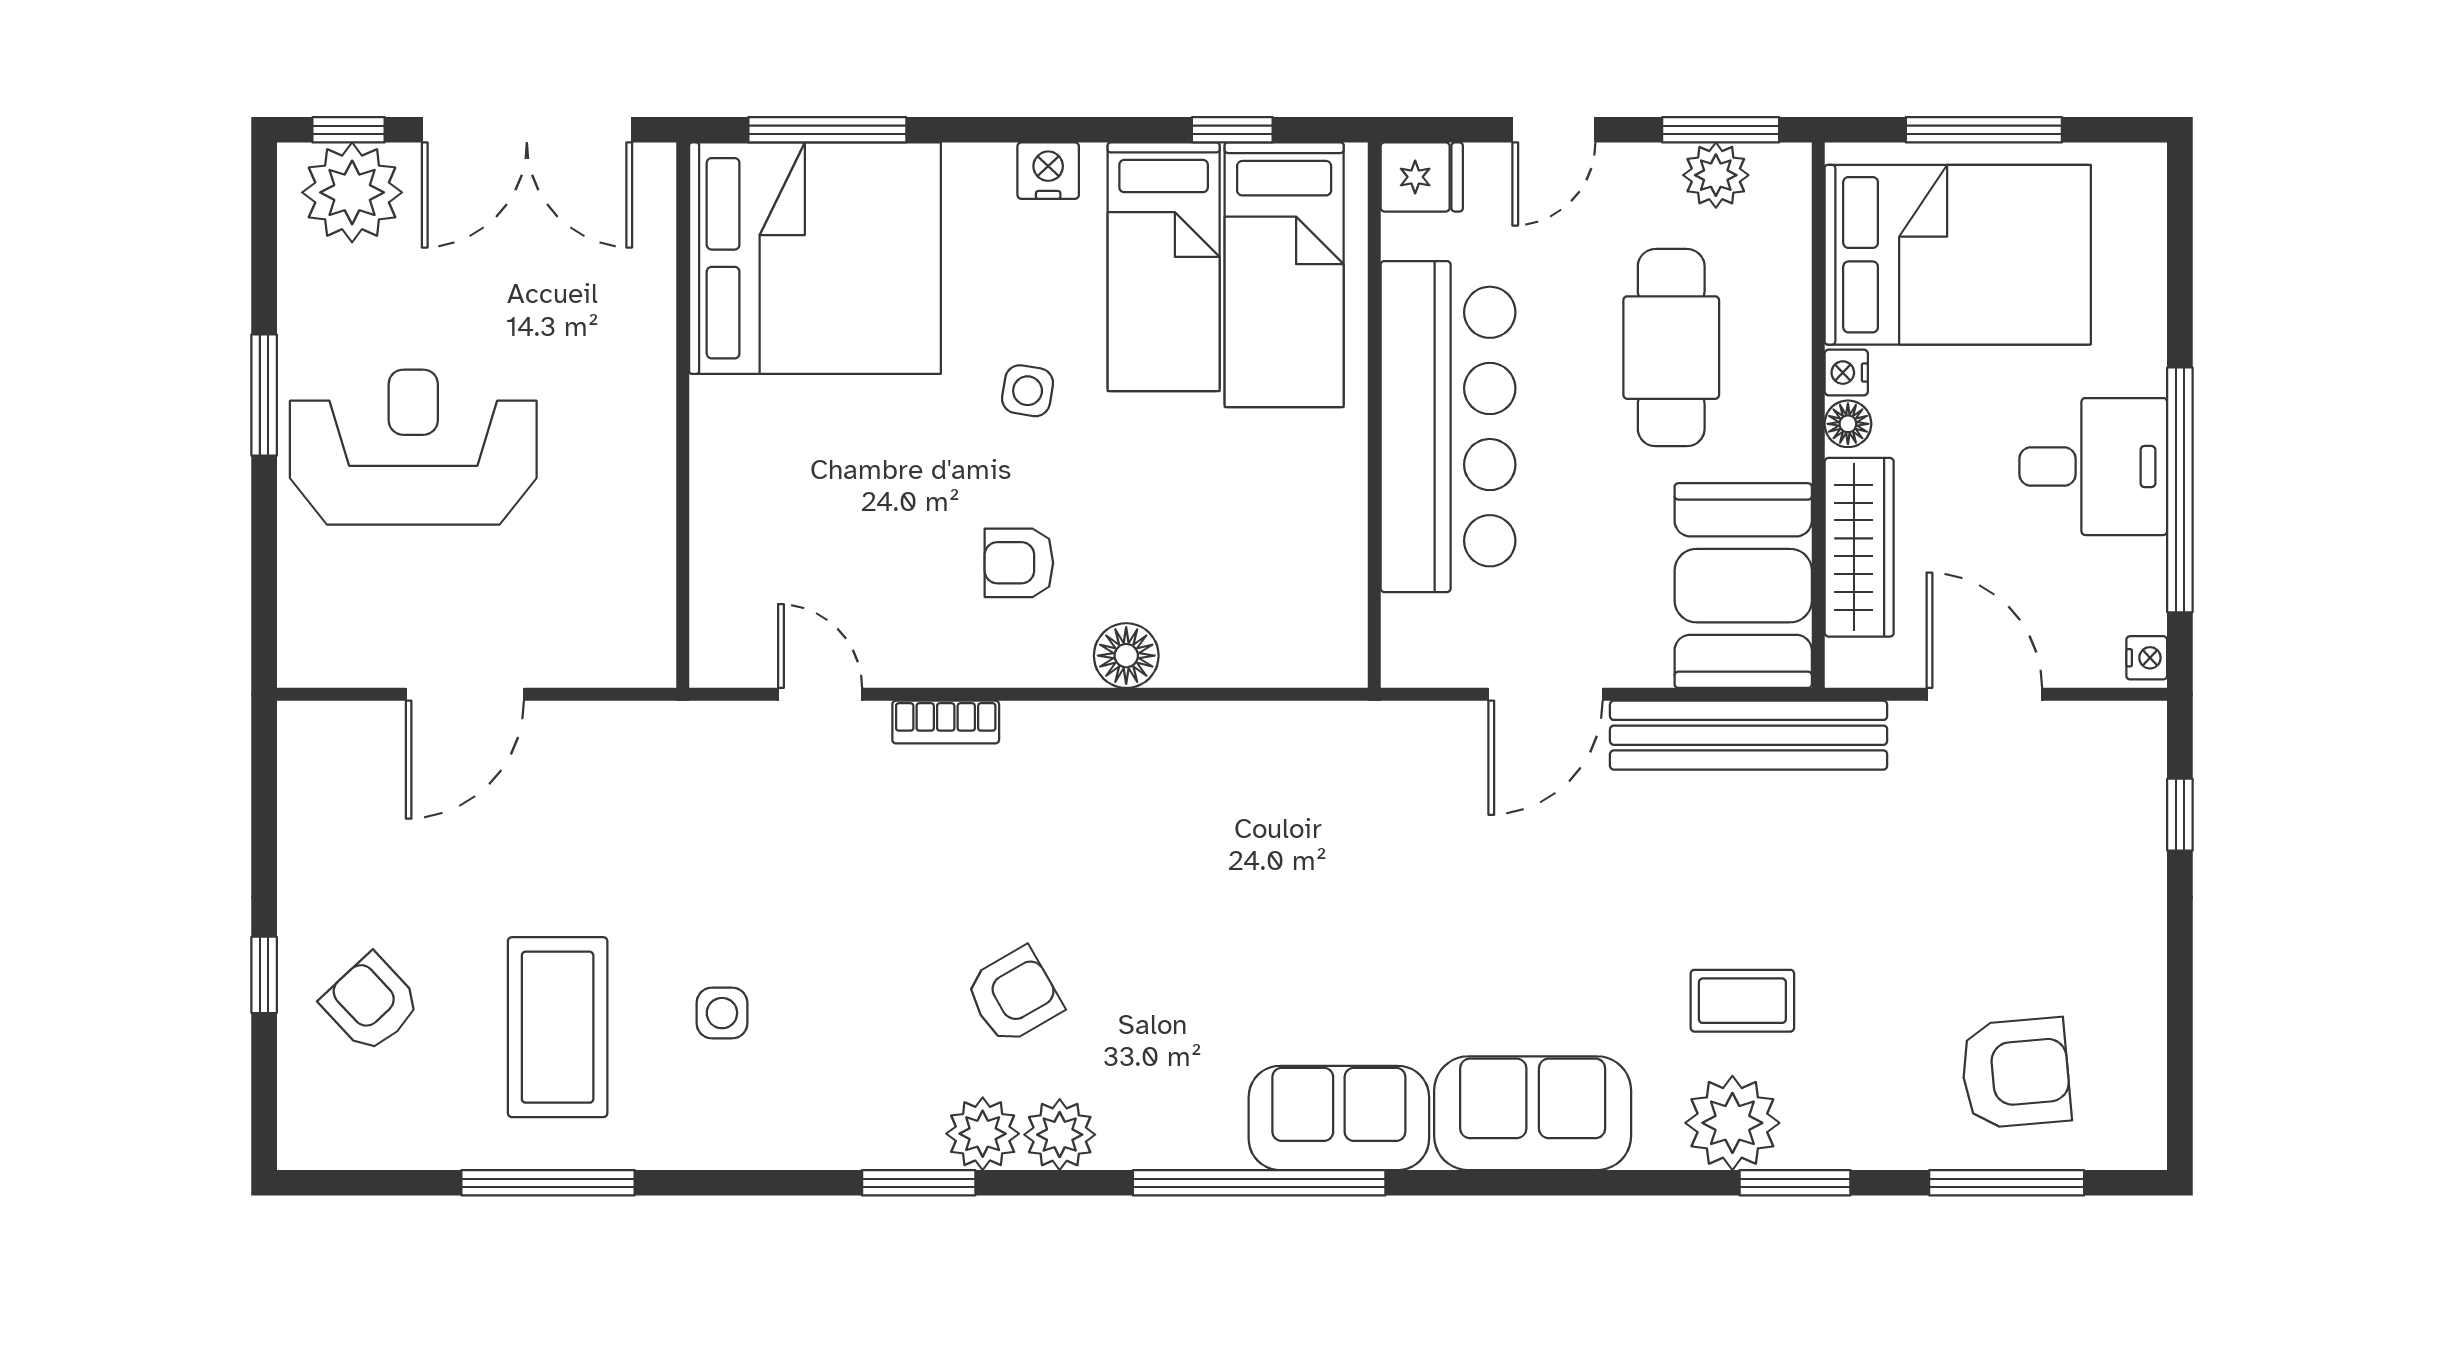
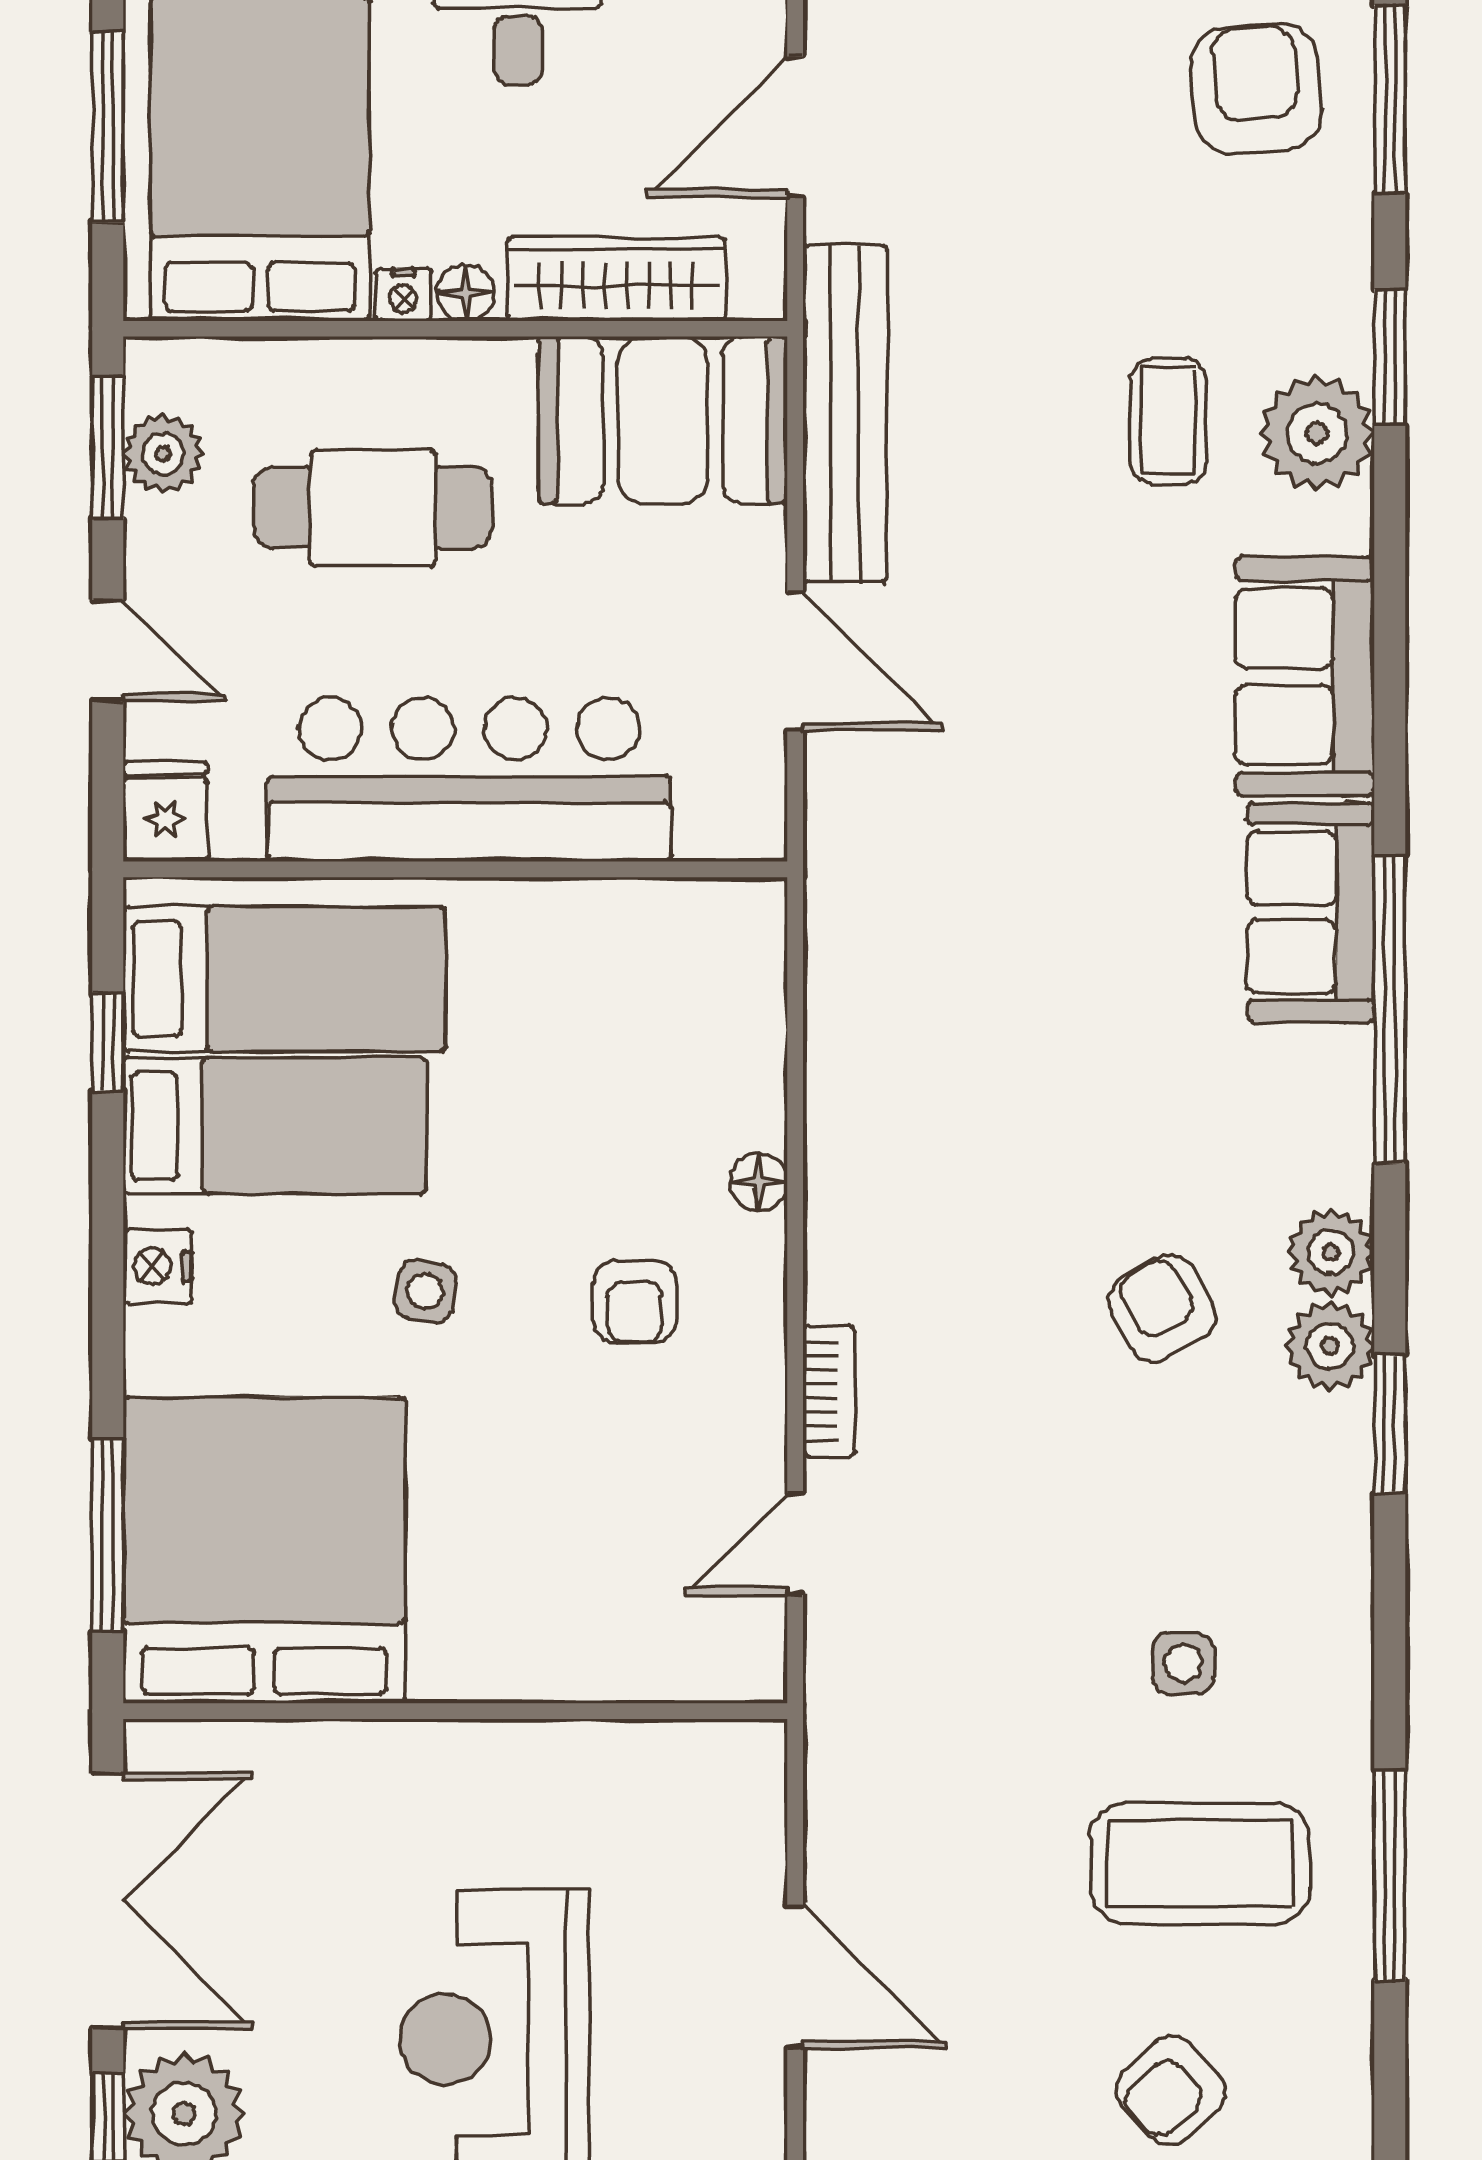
floor lamp: (1126, 656) -> (759, 1182), width x0.73, depth x0.73

